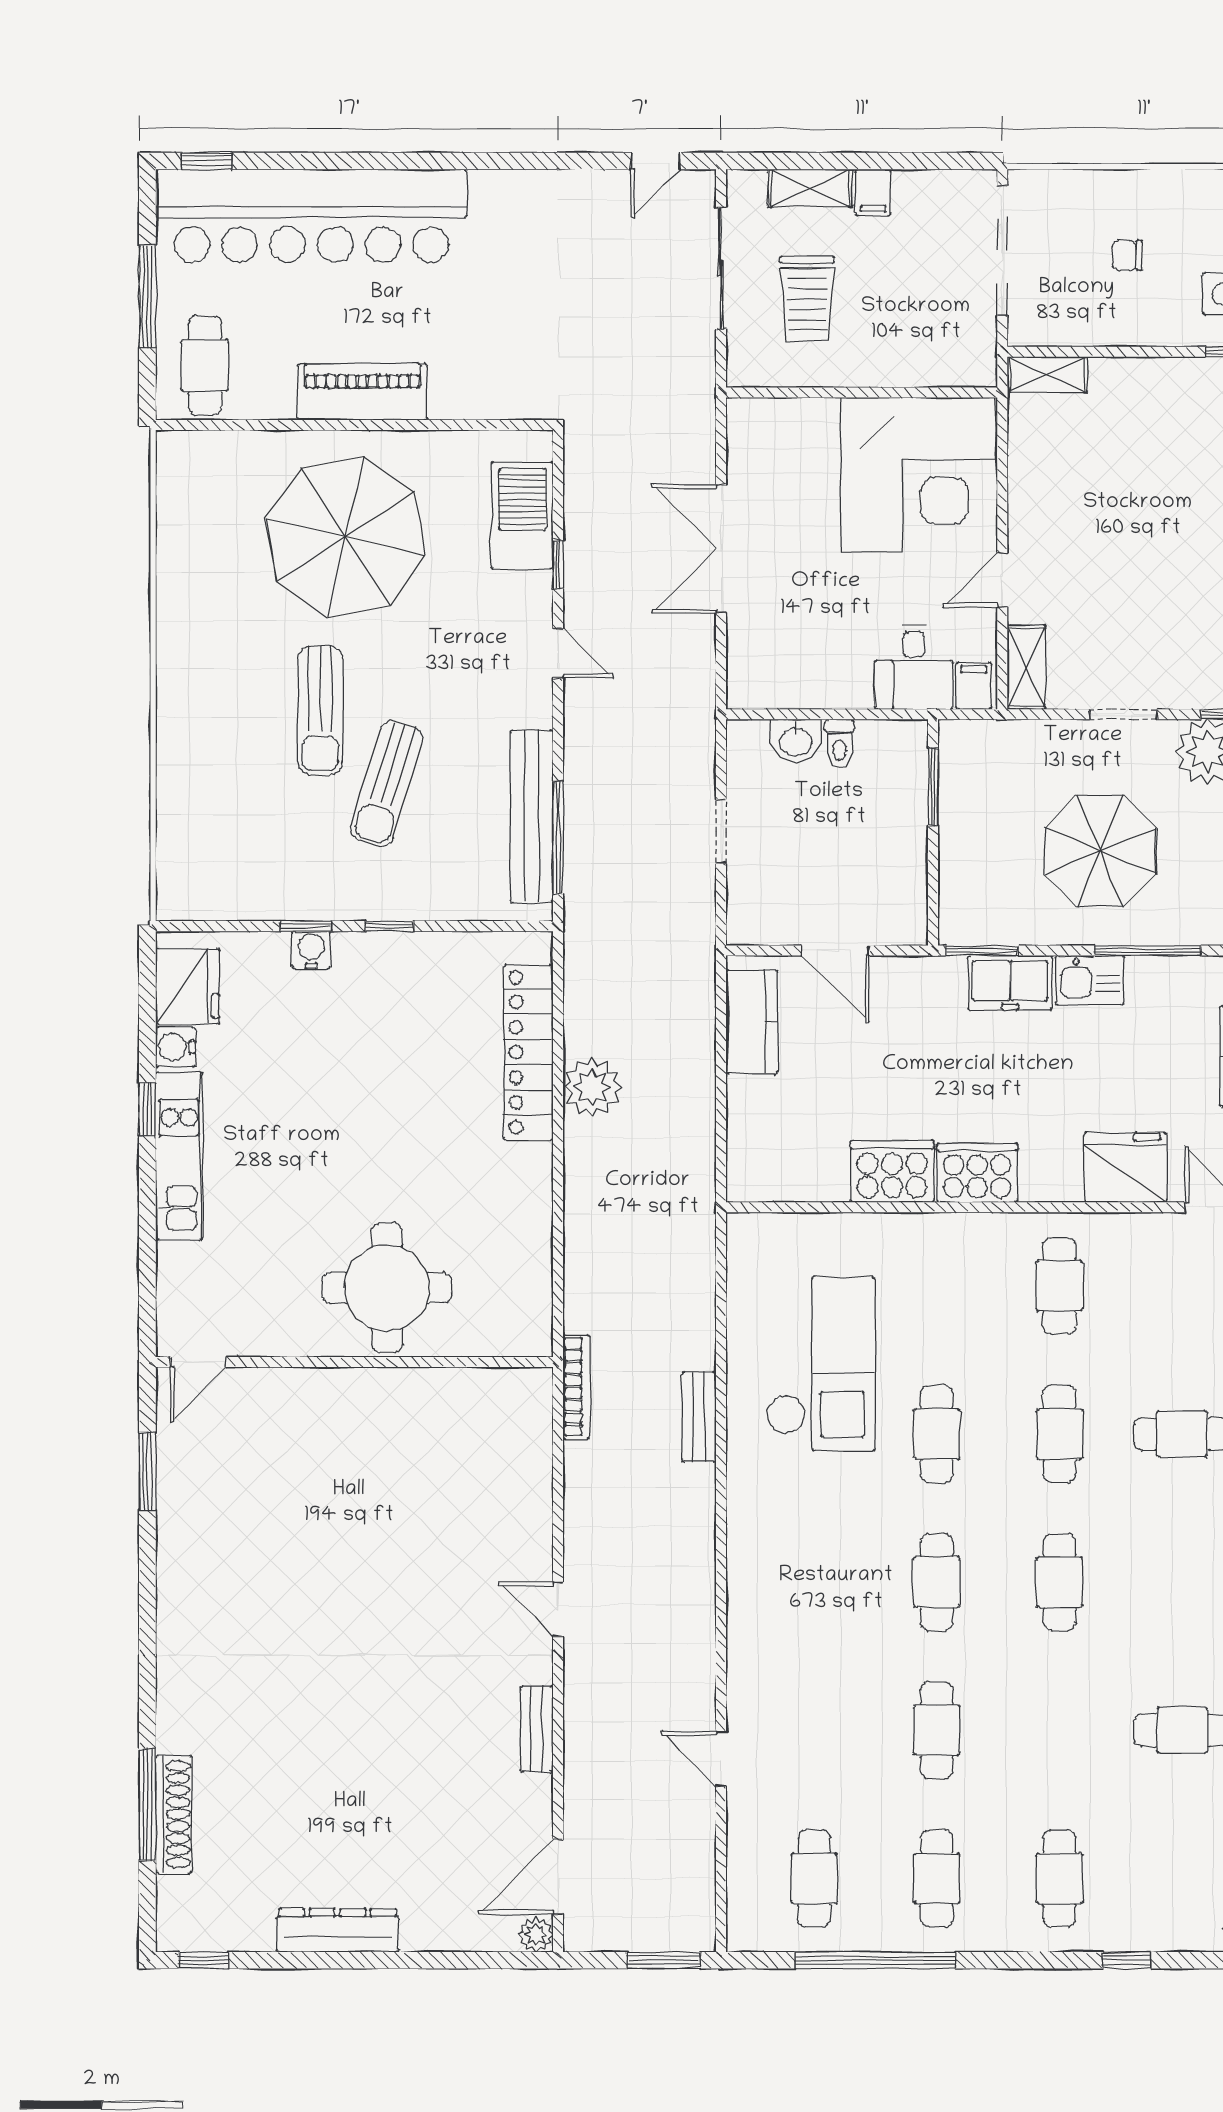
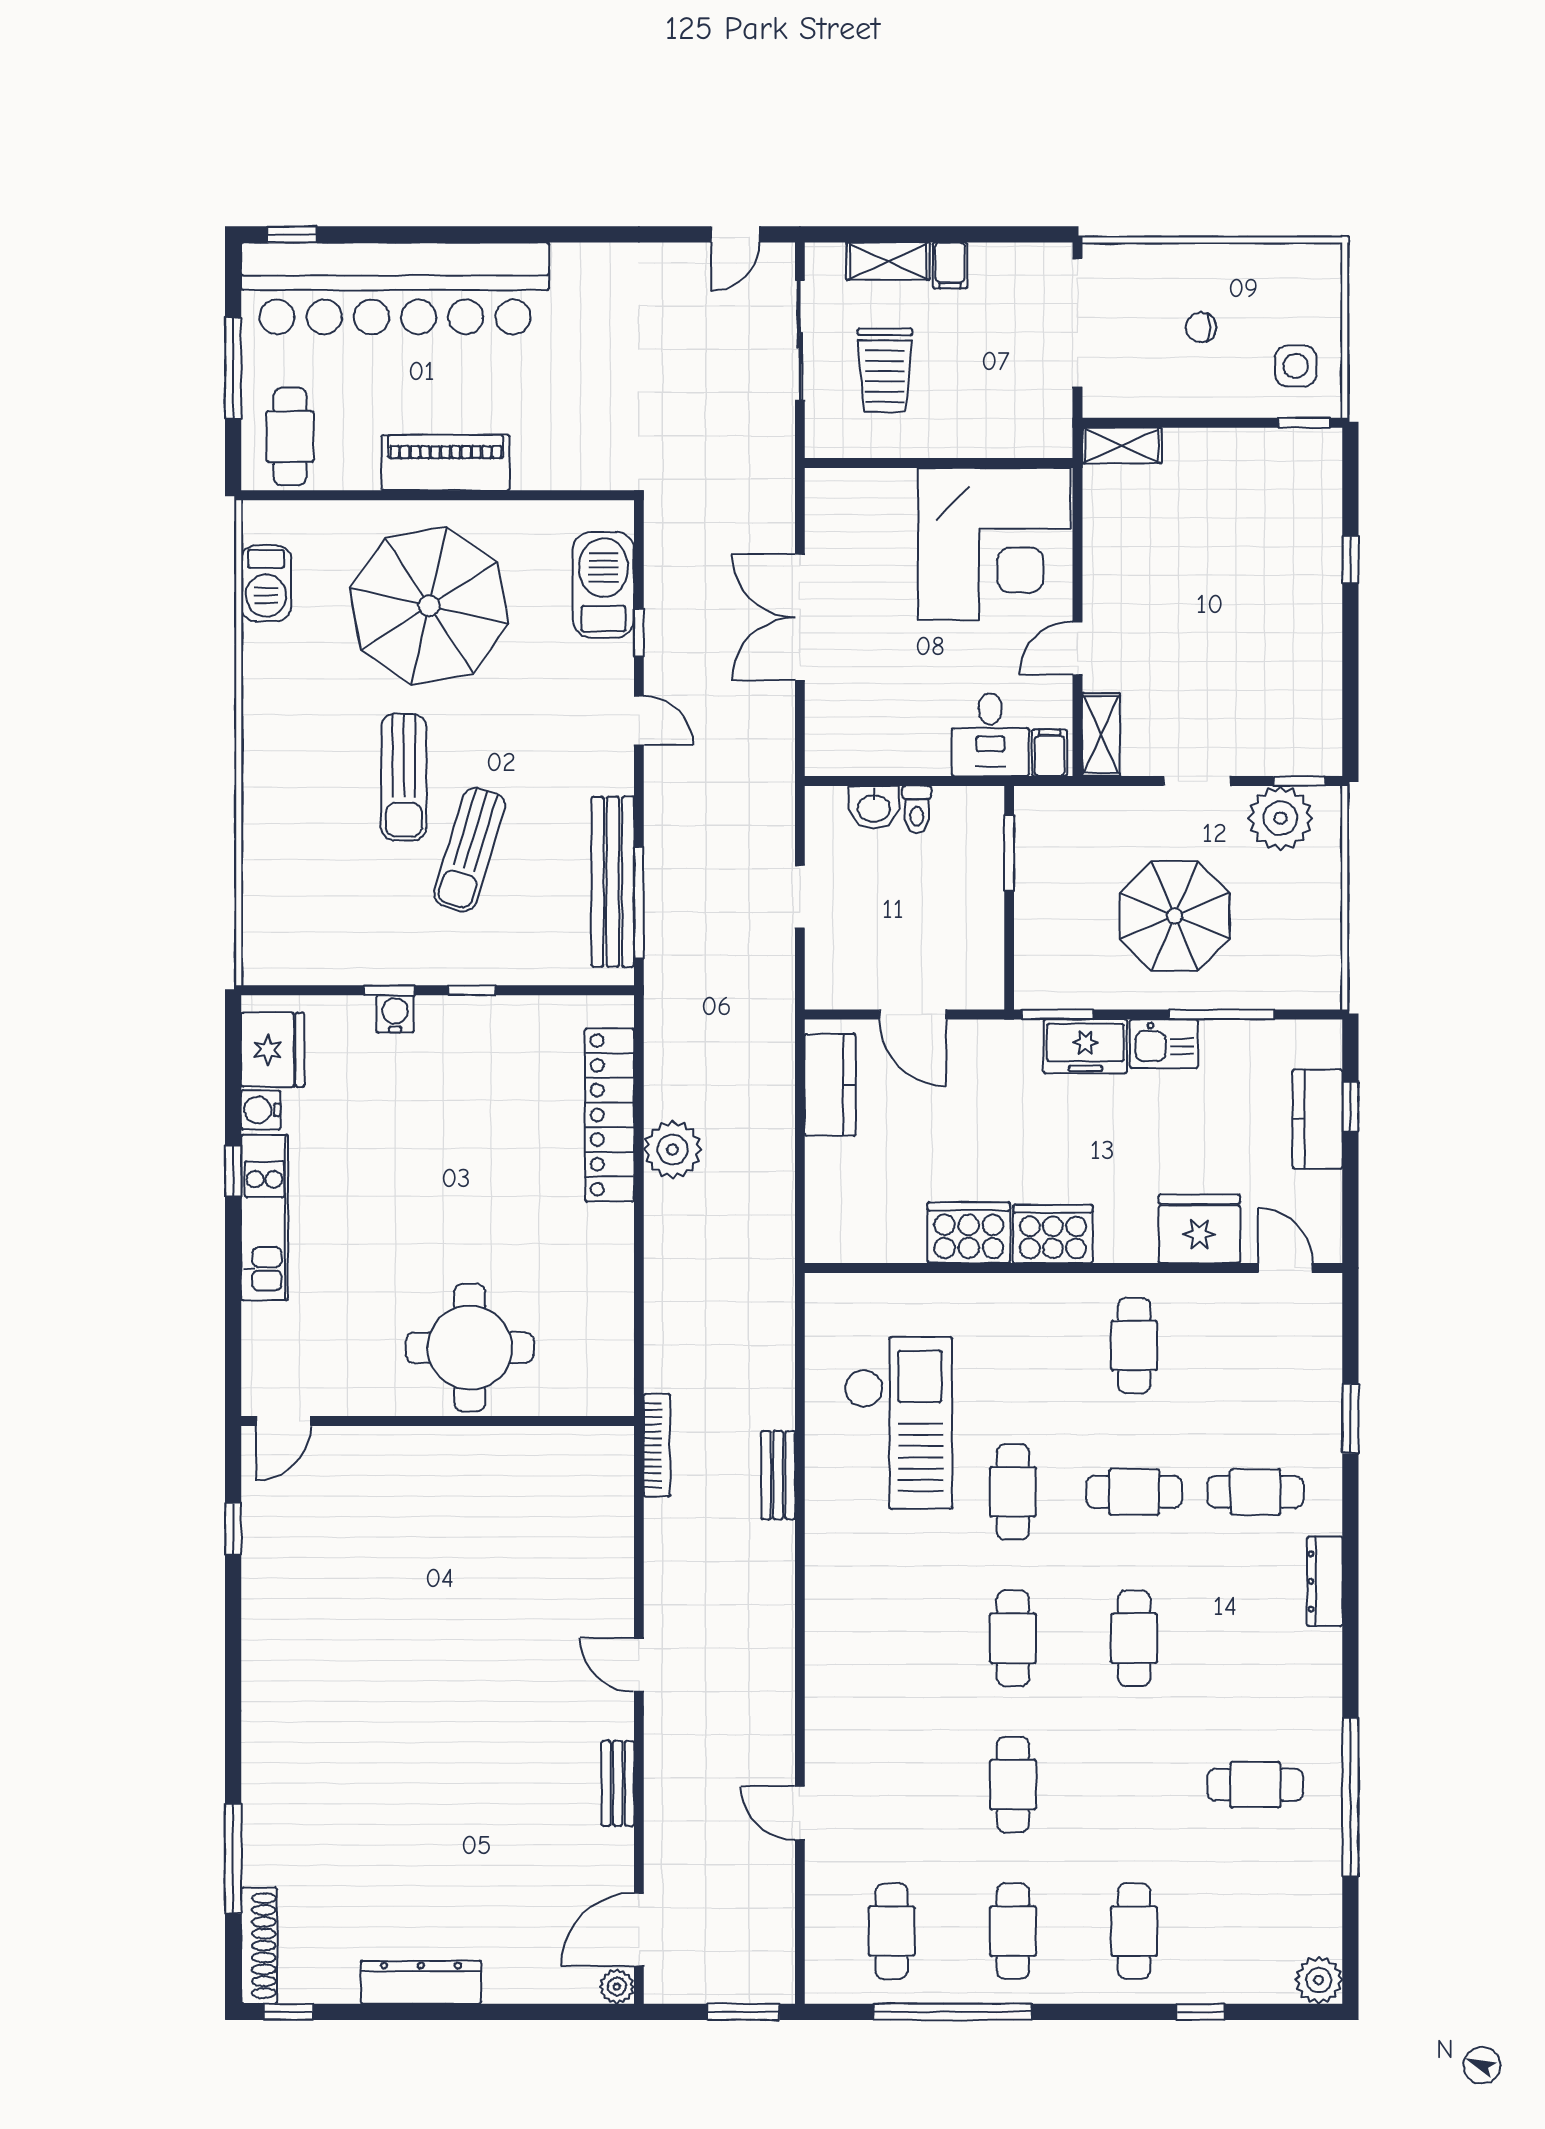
barbecue: (181, 514) -> (266, 583), added
cafe table: (1059, 1434) -> (1134, 1492), turned 90
window: (147, 1471) -> (233, 1529), width x0.67
shoe rack: (174, 1814) -> (259, 1946), moved

